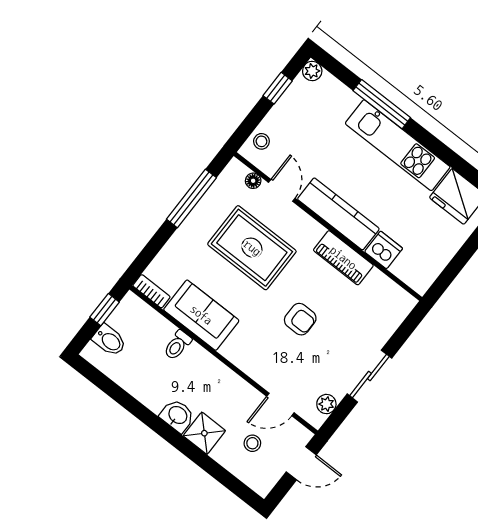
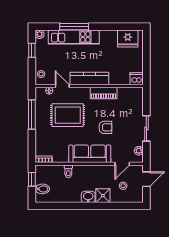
kitchen unit: (398, 145) -> (74, 37), moved
dishwasher: (384, 250) -> (137, 79), moved
sofa: (201, 315) -> (90, 154), moved, width x1.36

